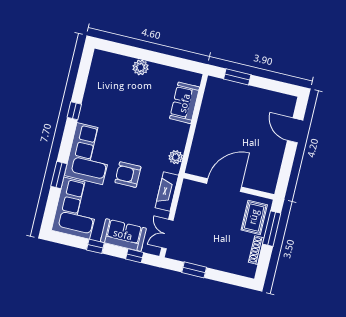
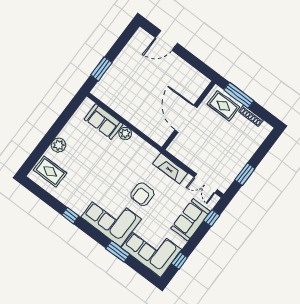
rug: (110, 70) -> (50, 171), added
plant: (176, 157) -> (125, 133), moved
window: (95, 246) -> (180, 261), moved

